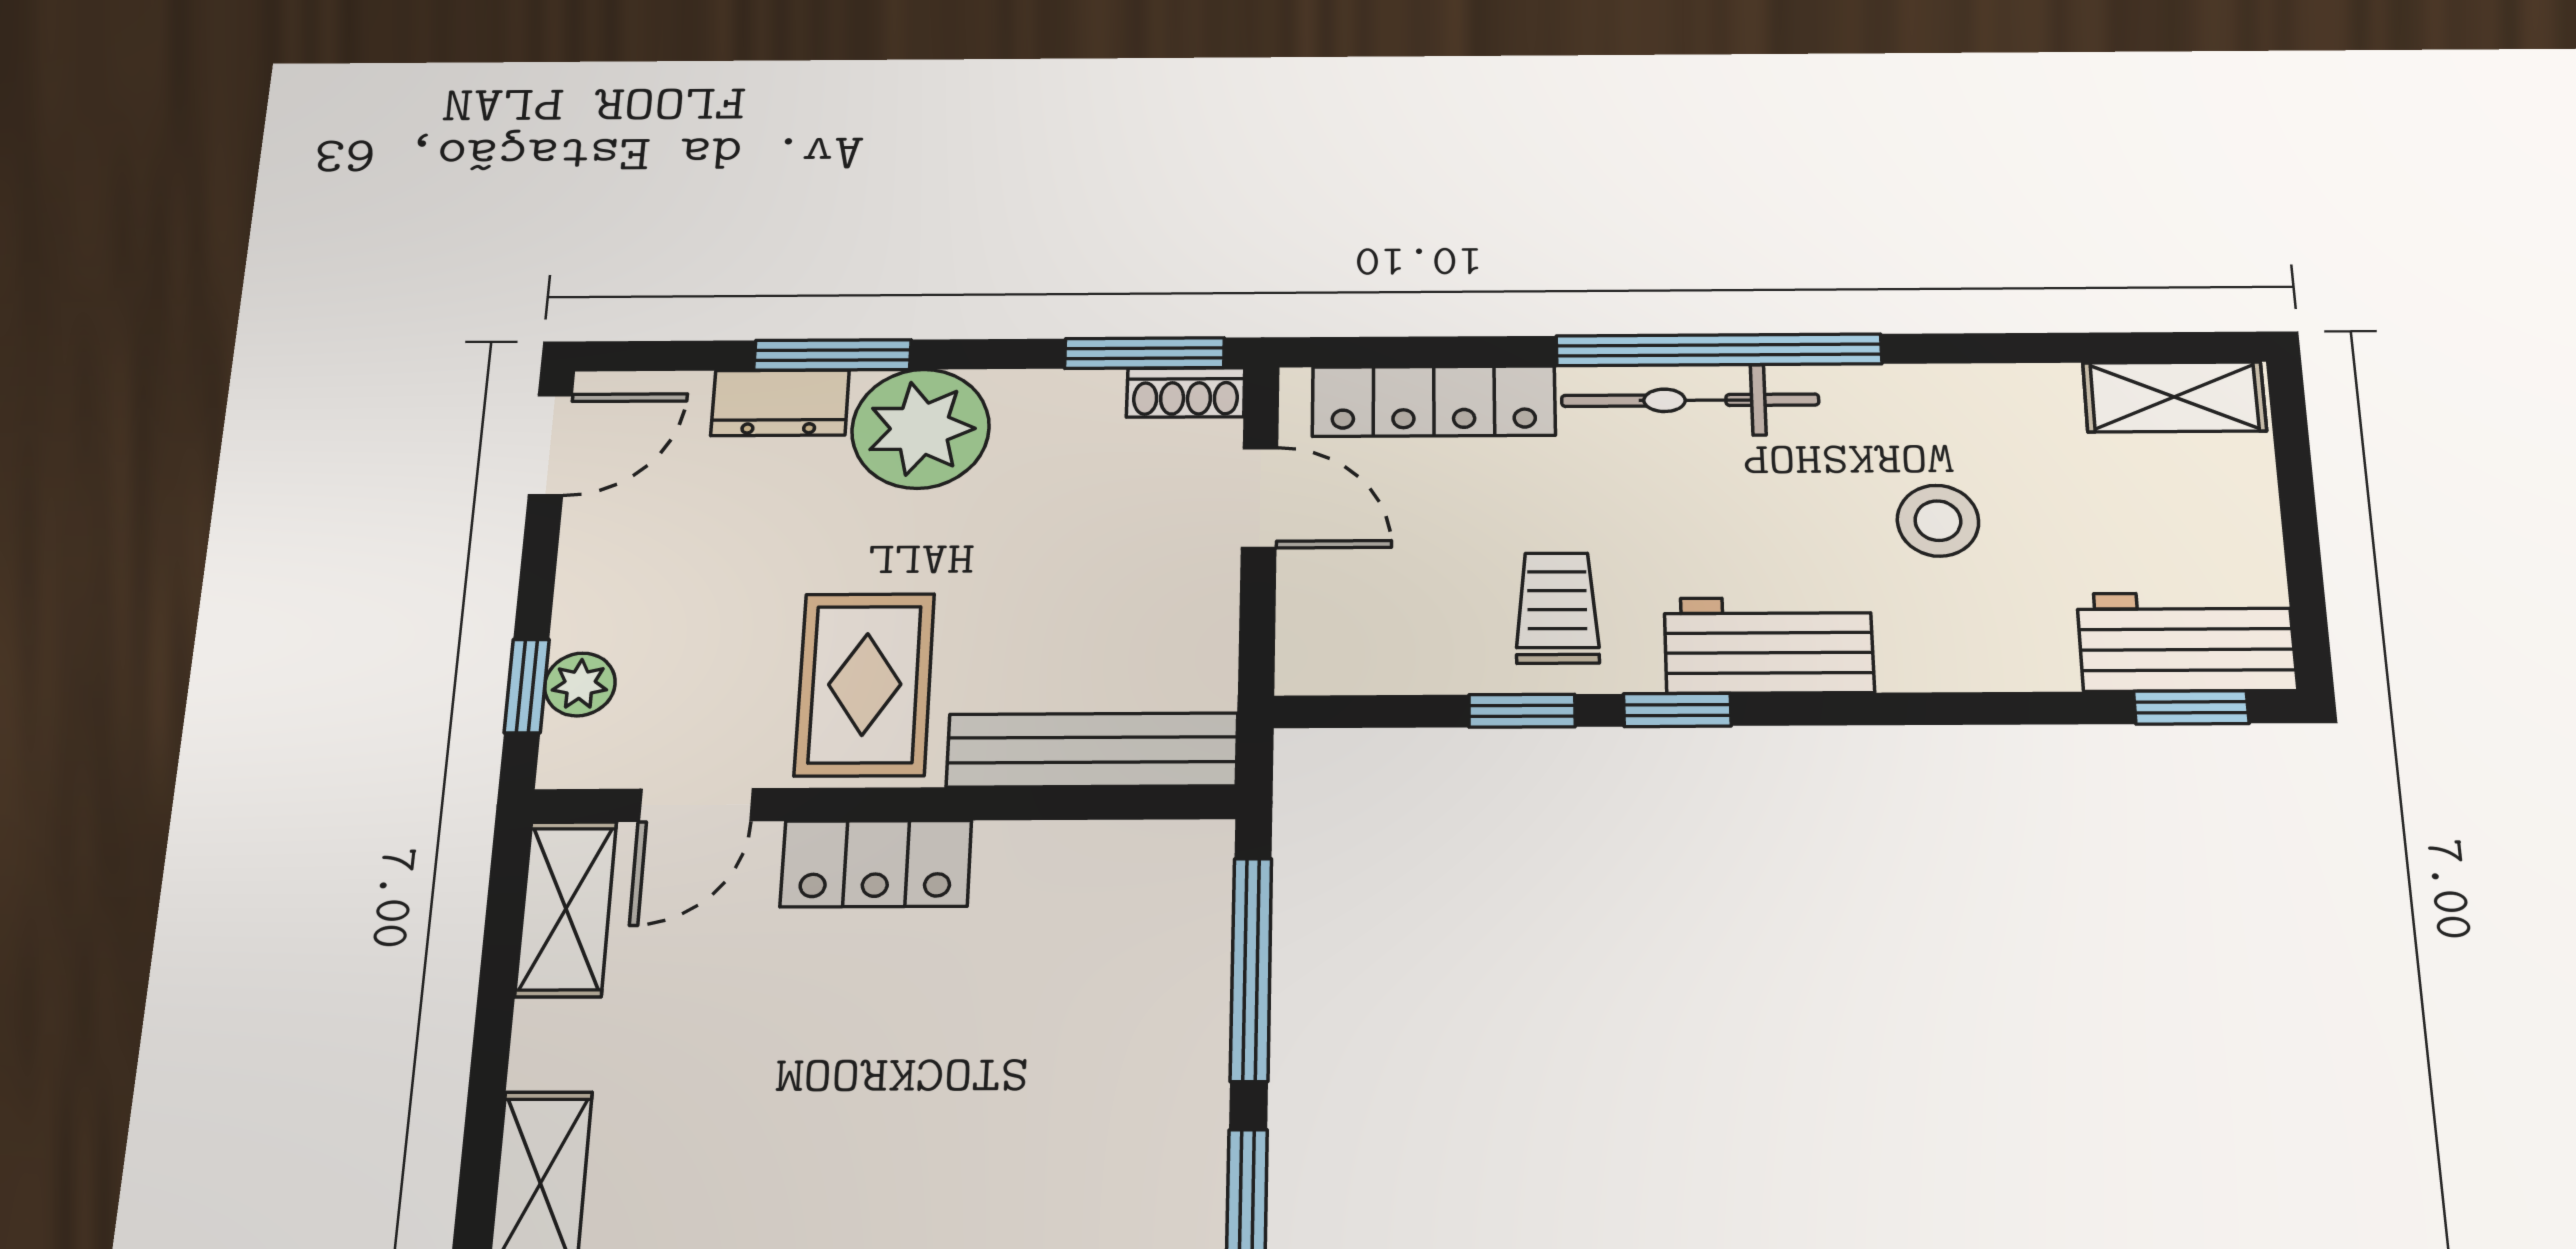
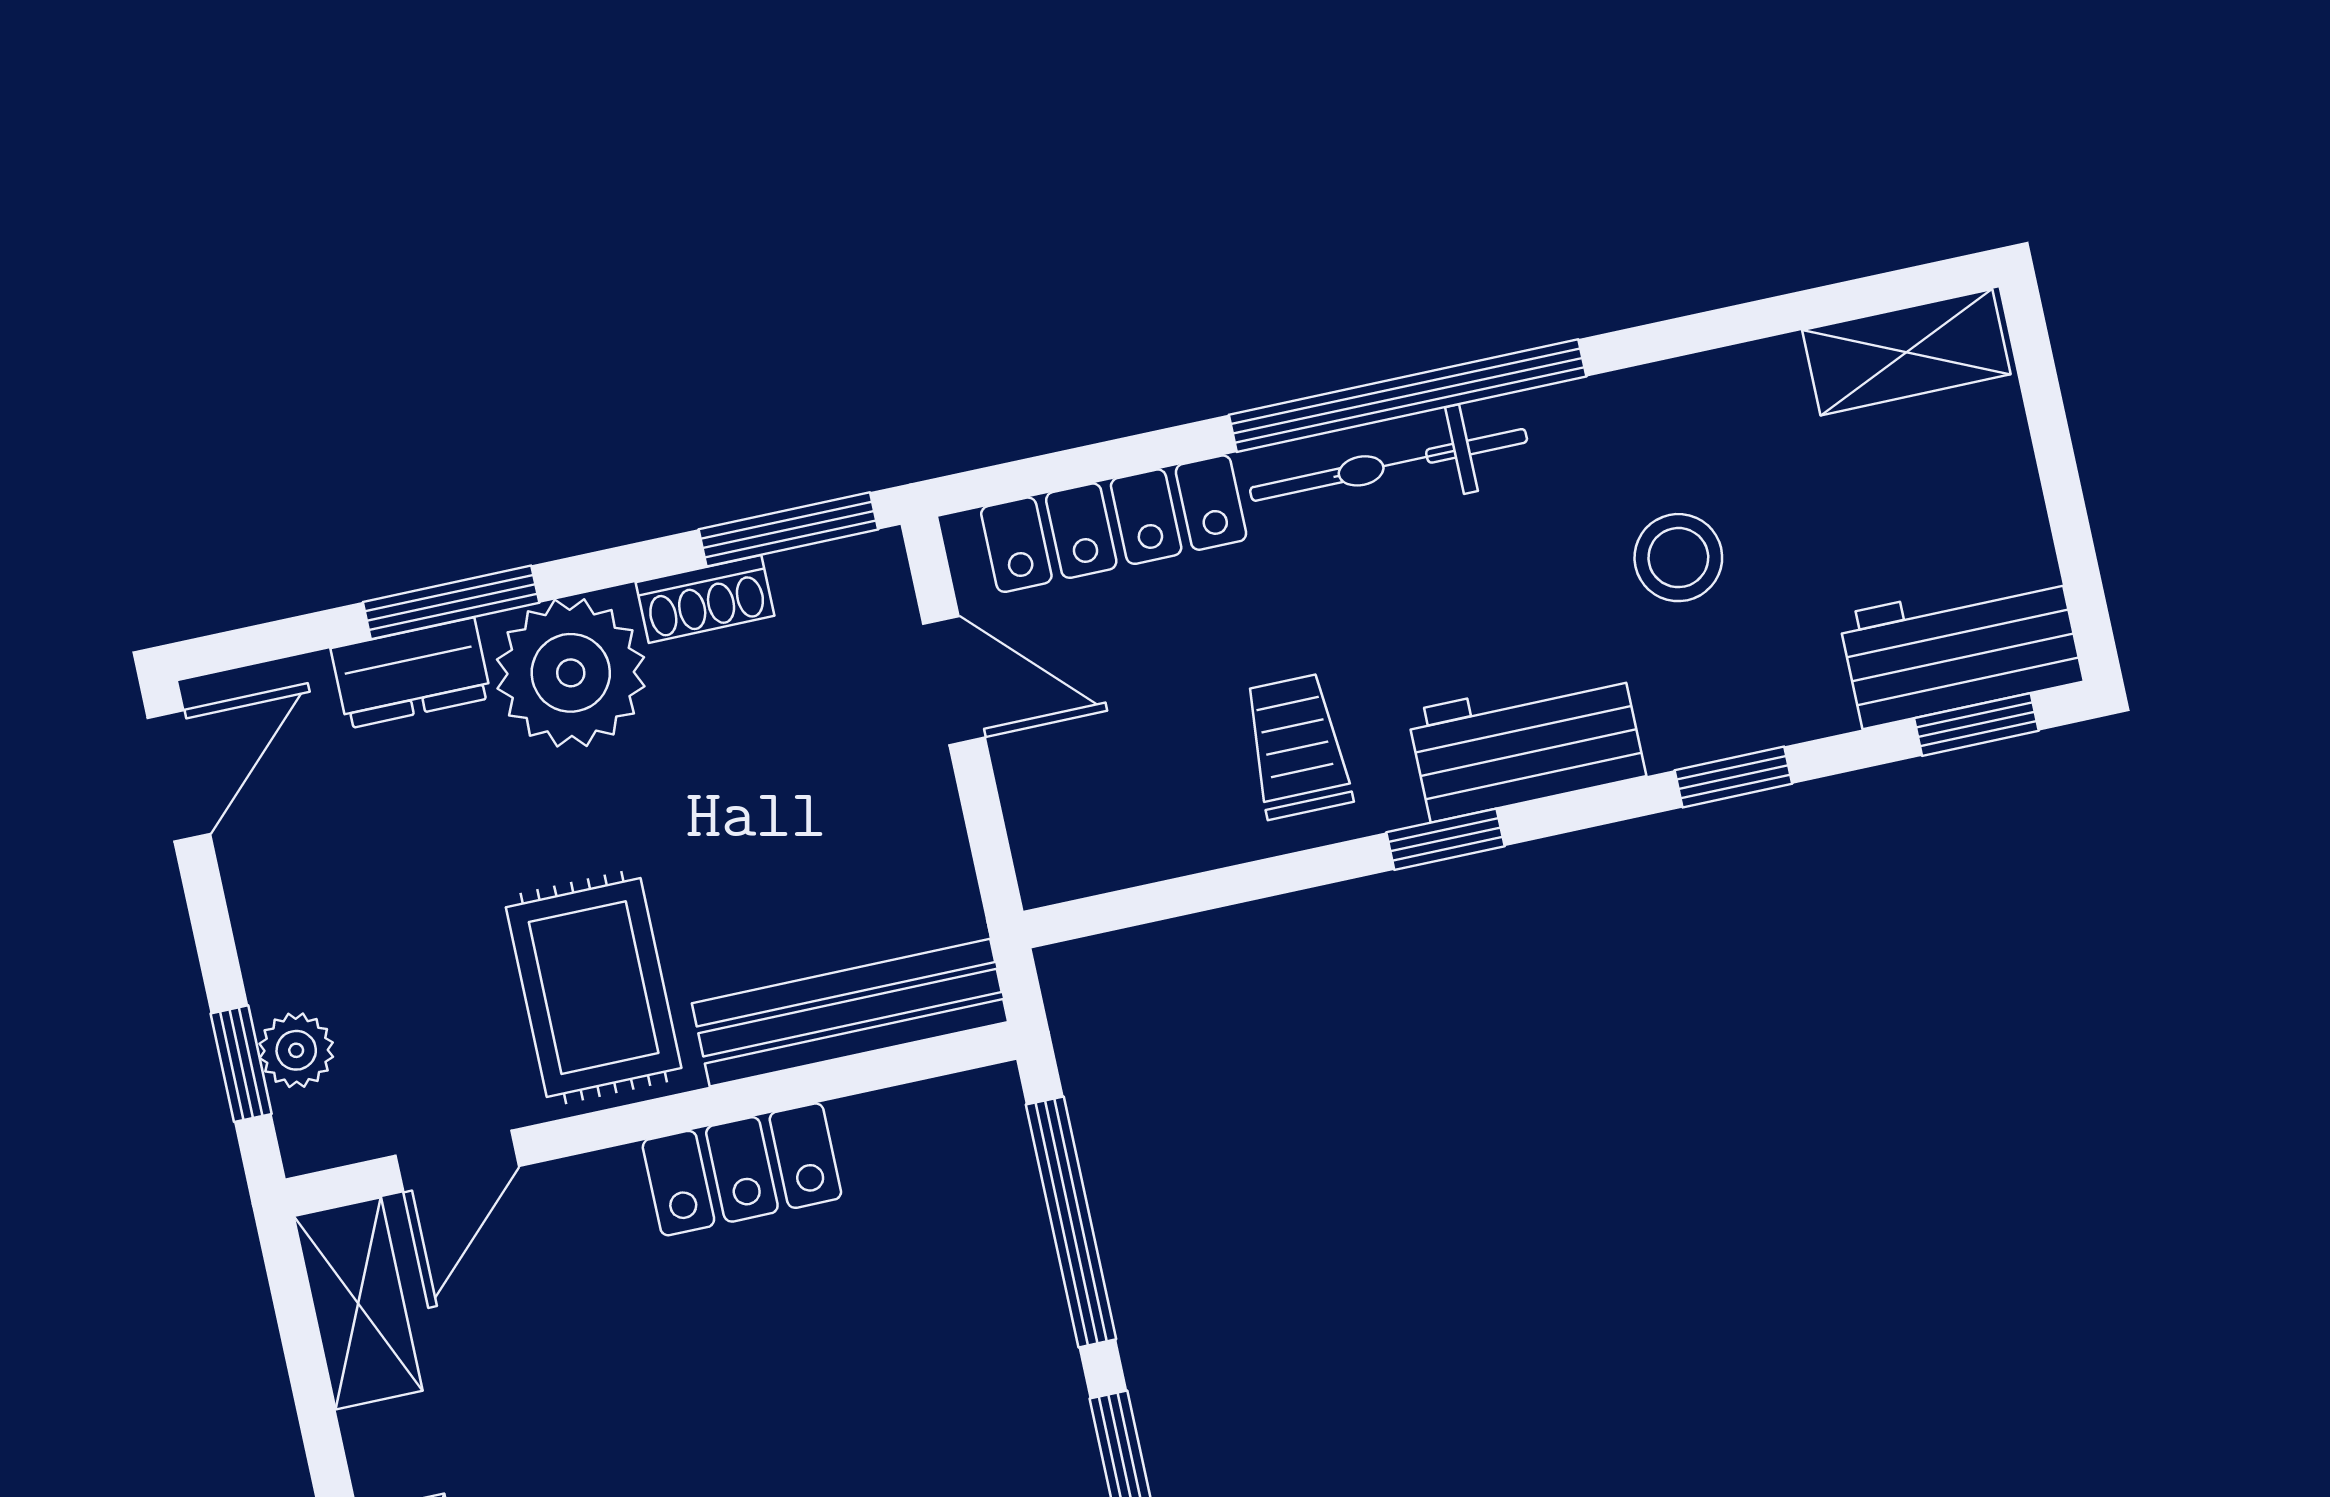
shoe rack: (1186, 392) -> (705, 599), moved
window: (1522, 711) -> (1733, 777), moved
locker: (876, 864) -> (742, 1169), moved

